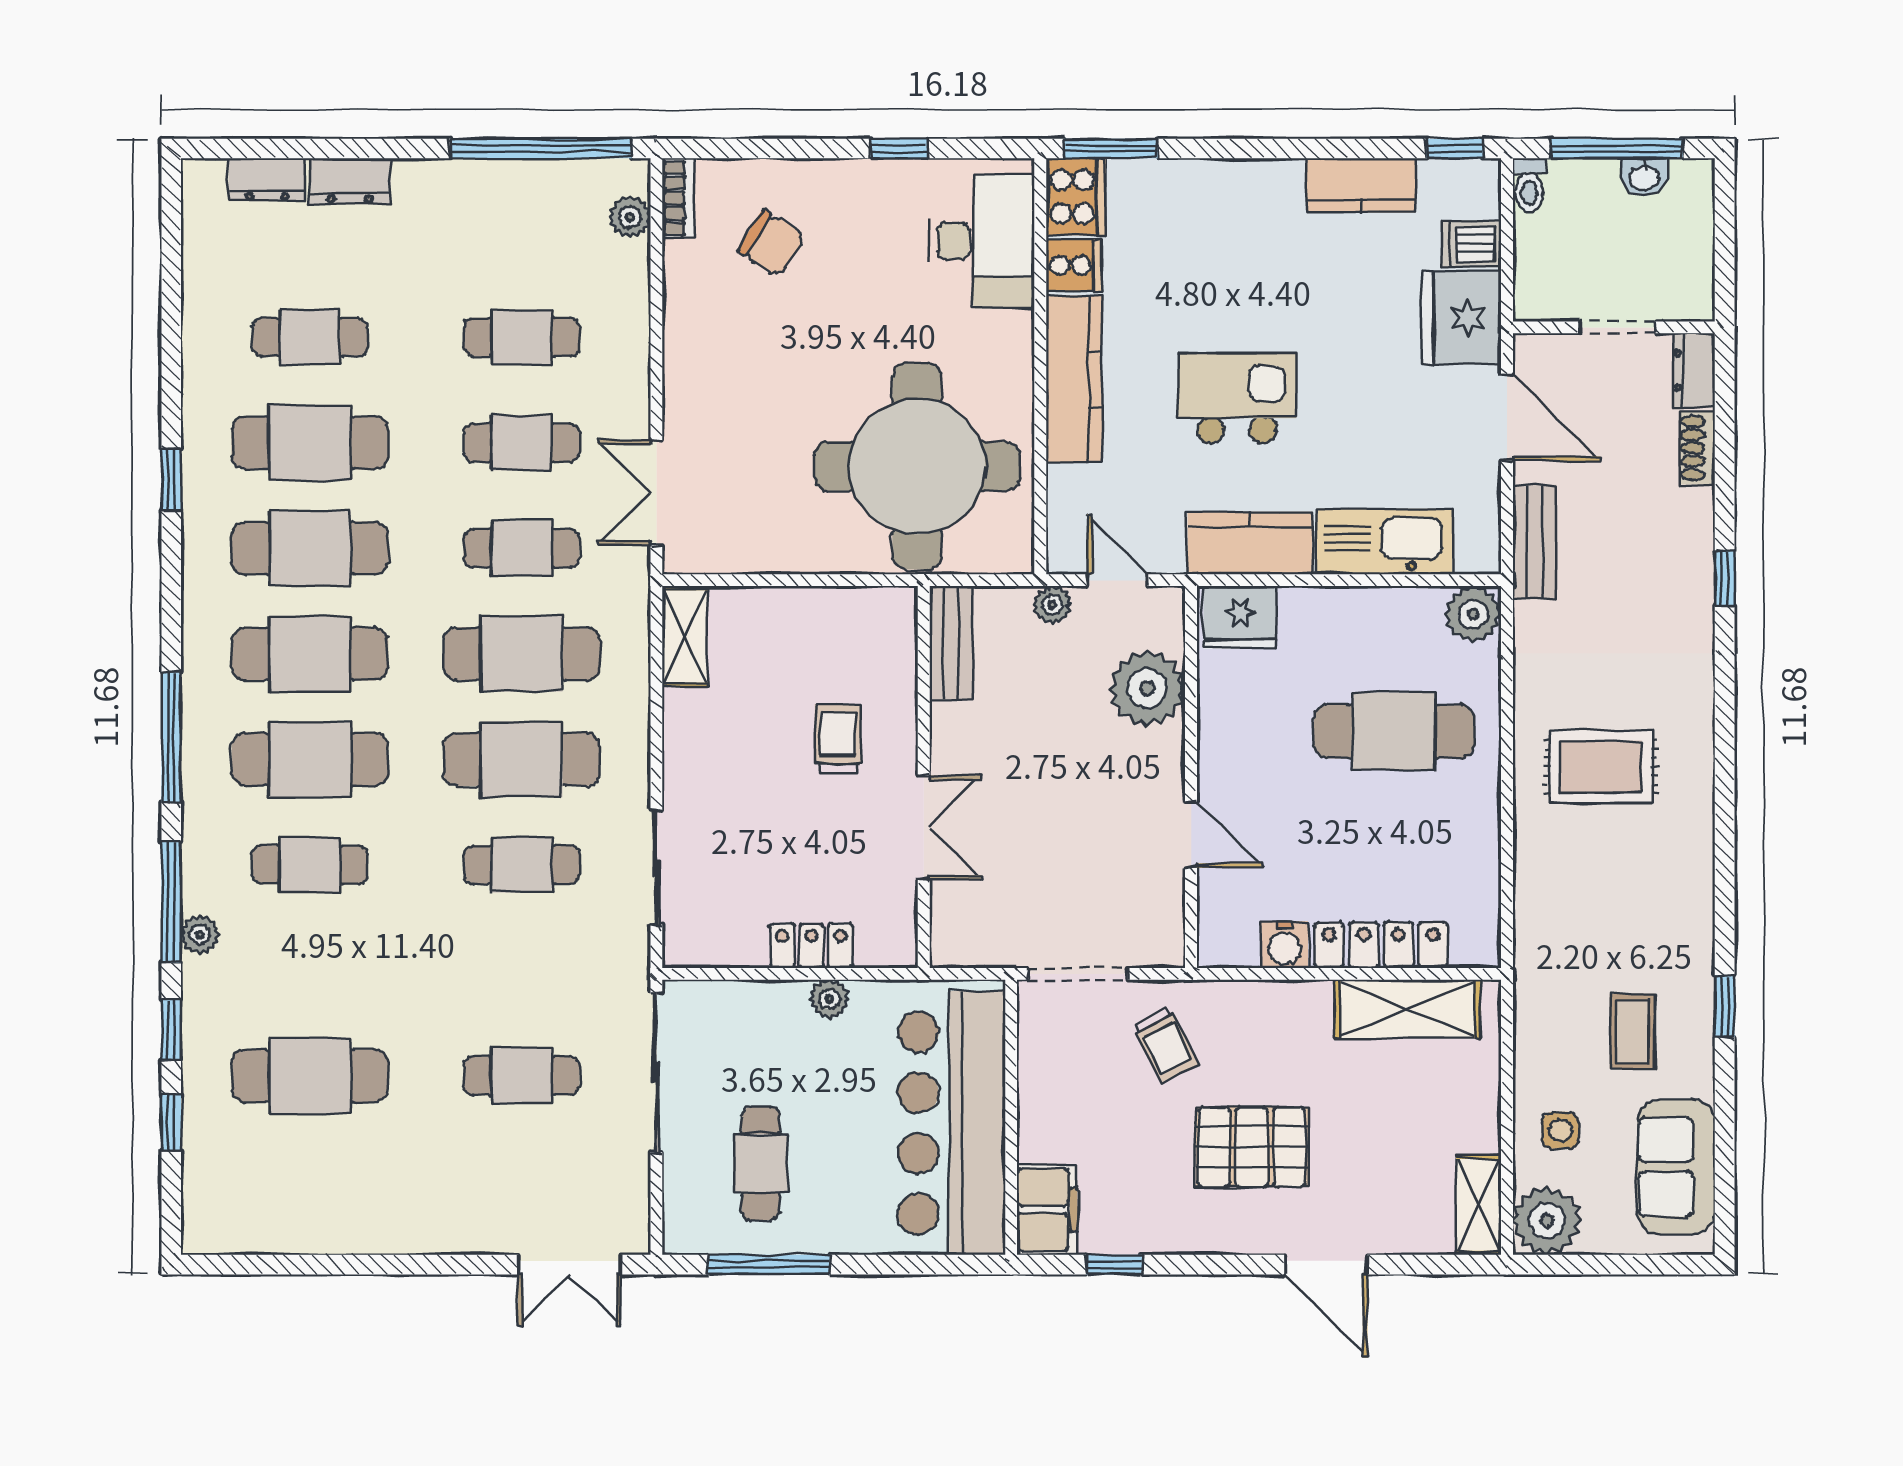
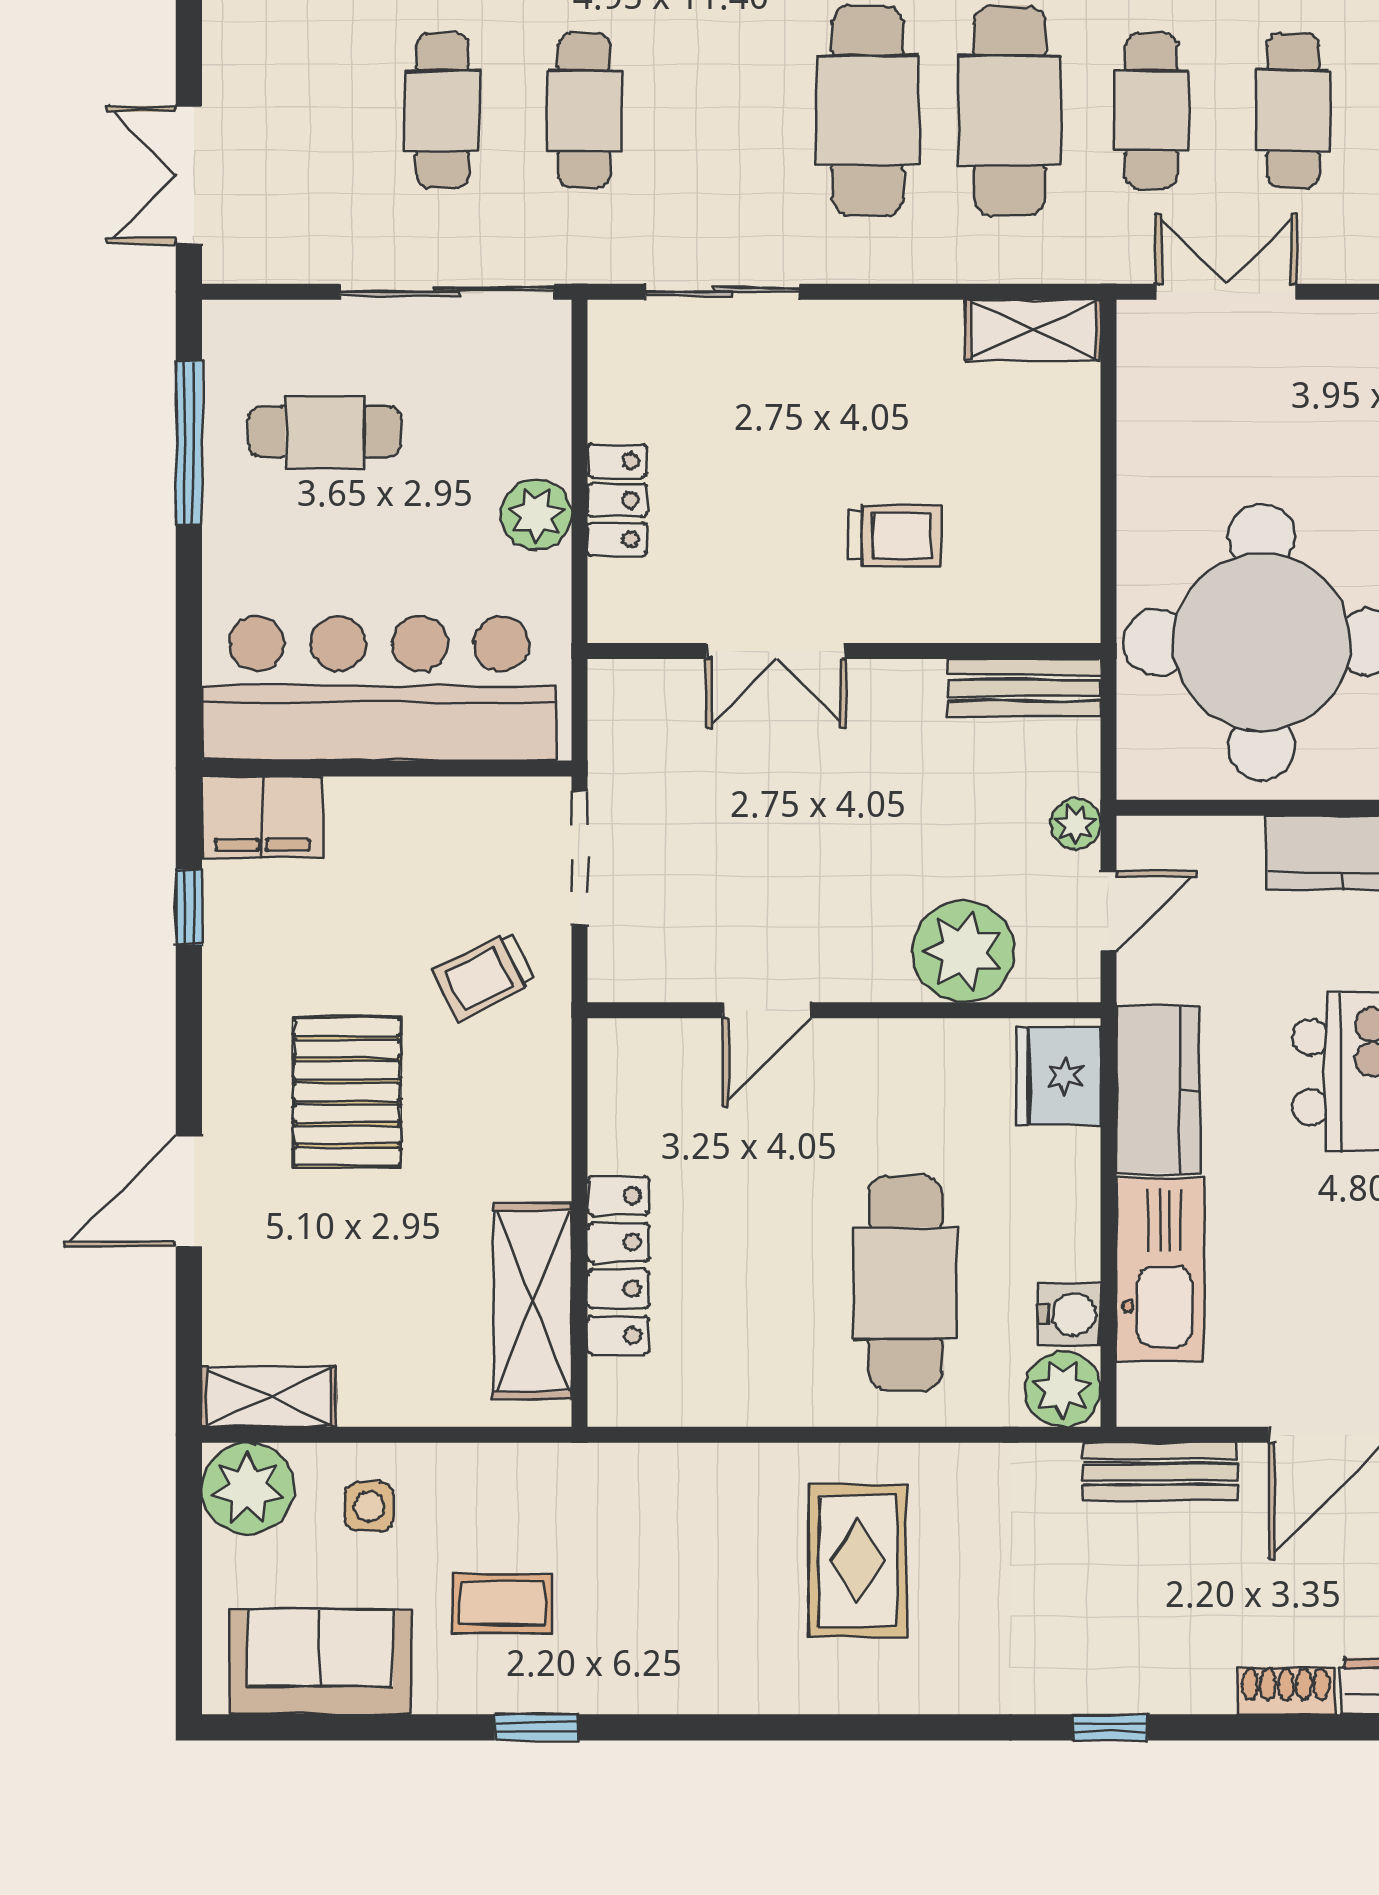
cafe table: (522, 865) -> (584, 111), moved
water cooler: (1284, 945) -> (1069, 1315), moved, turned 180
plant: (829, 999) -> (536, 515), width x1.38, depth x1.38

